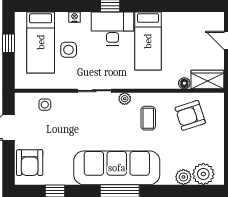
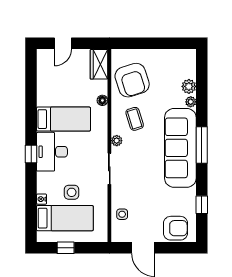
nightstand: (74, 17) -> (42, 199), moved
floor lamp: (184, 83) -> (102, 100), moved
armchair: (190, 115) -> (132, 80), width x1.36, depth x1.36
coffee table: (148, 118) -> (135, 119), turned 73
plant: (203, 174) -> (191, 102), moved, width x0.53, depth x0.53

